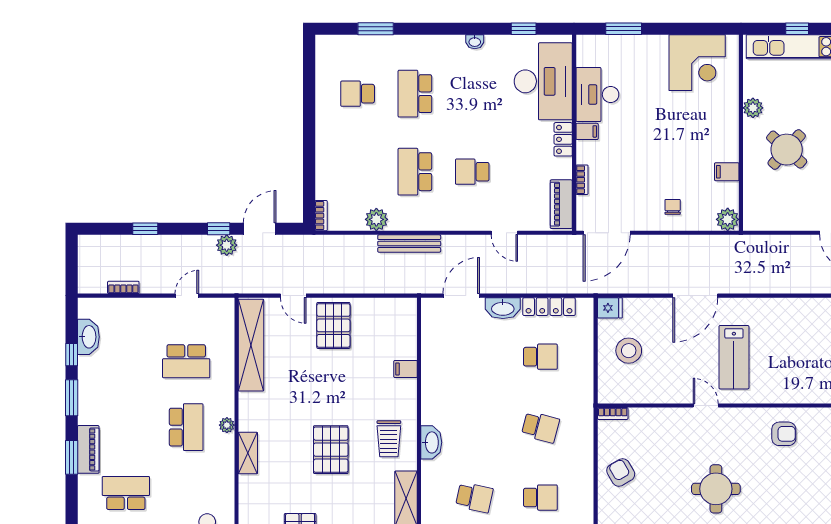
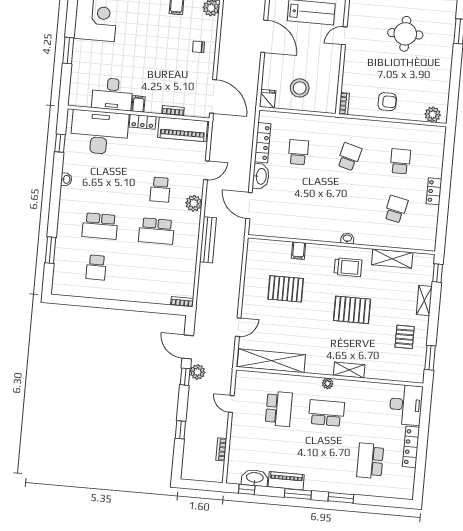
window: (624, 29) -> (68, 51), moved
piano: (561, 204) -> (183, 129), width x1.37, depth x1.33
plant: (376, 219) -> (194, 203), moved
pallet: (333, 325) -> (286, 289), moved
window: (72, 355) -> (247, 489), moved
washbasin: (431, 442) -> (347, 238), width x0.52, depth x0.69
piano: (88, 449) -> (286, 481), moved
armchair: (621, 472) -> (387, 102), turned -150

